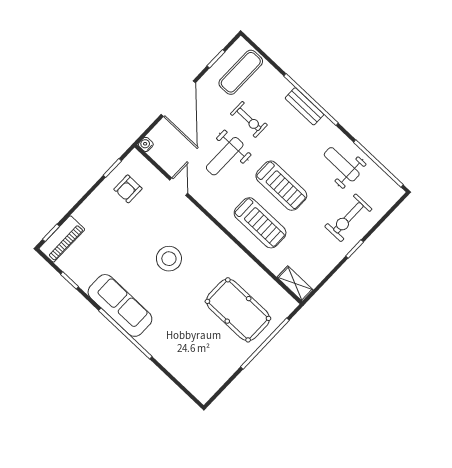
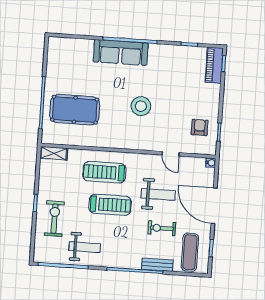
bench: (304, 106) -> (157, 265), moved
weight bench: (225, 156) -> (158, 194), turned 90
treadmill: (281, 186) -> (110, 205), turned 180
sofa: (120, 305) -> (121, 52), moved

